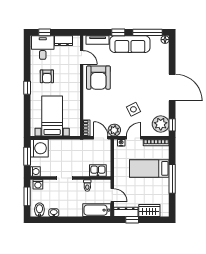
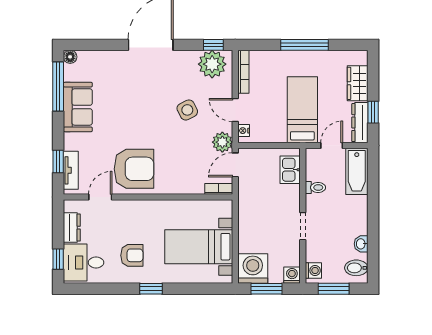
window: (118, 32) -> (58, 161), moved
sofa: (130, 44) -> (78, 107), width x0.73
bed: (149, 168) -> (302, 110), moved, turned 180

